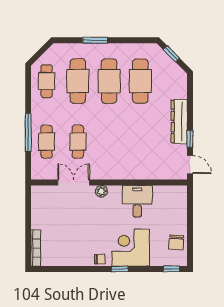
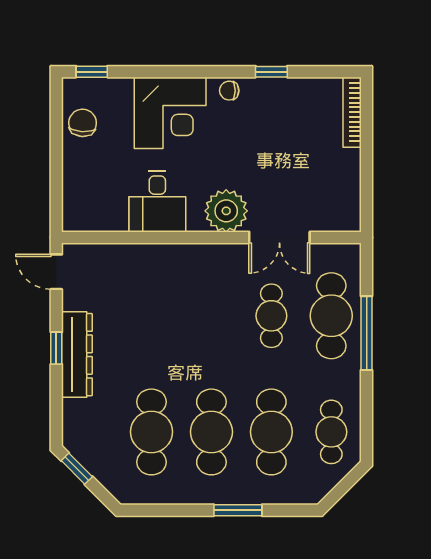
window: (171, 54) -> (77, 469), moved
window: (190, 139) -> (56, 348), moved
cafe table: (47, 142) -> (331, 316), width x1.37, depth x1.35
plant: (101, 191) -> (226, 211), width x1.88, depth x1.88
window: (120, 269) -> (271, 72), moved

